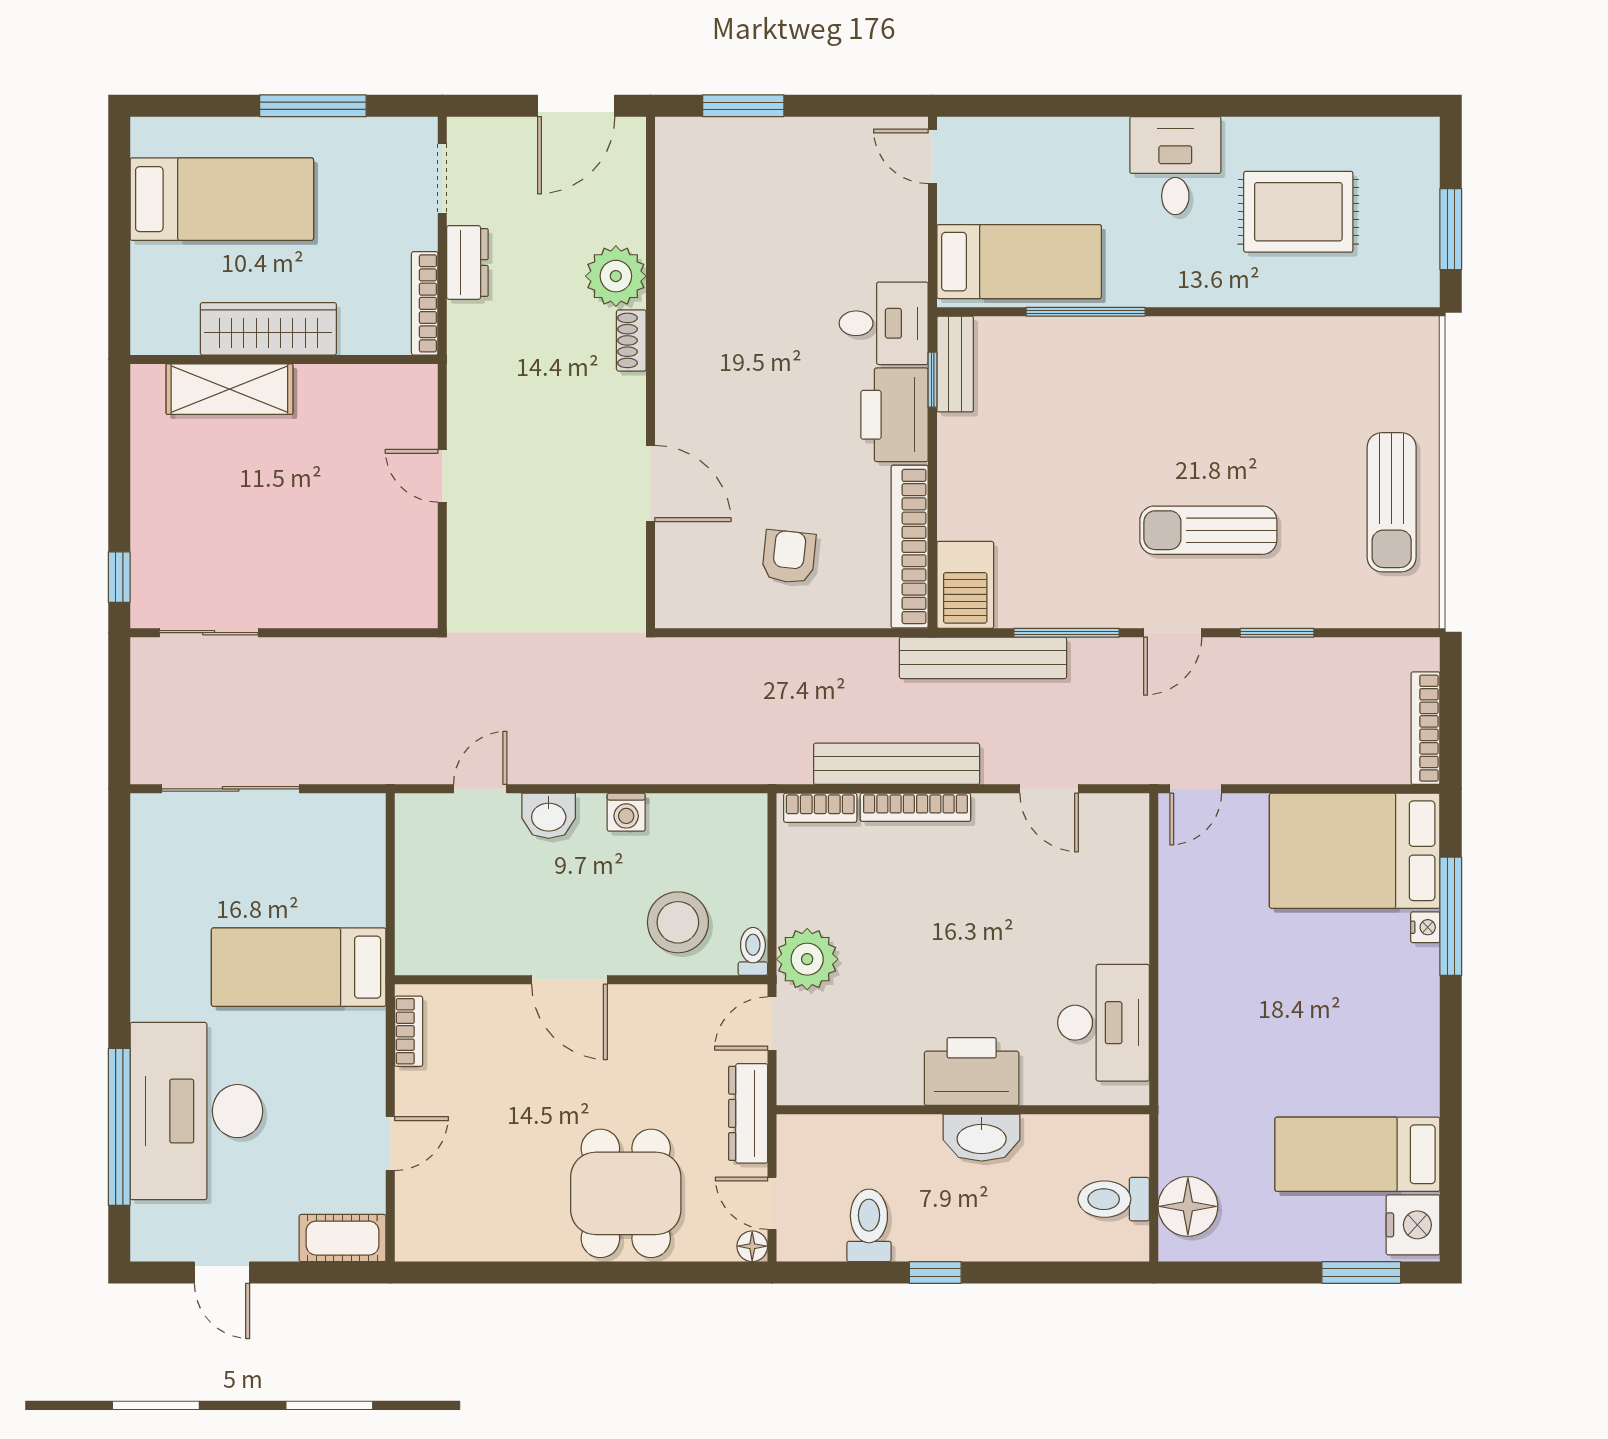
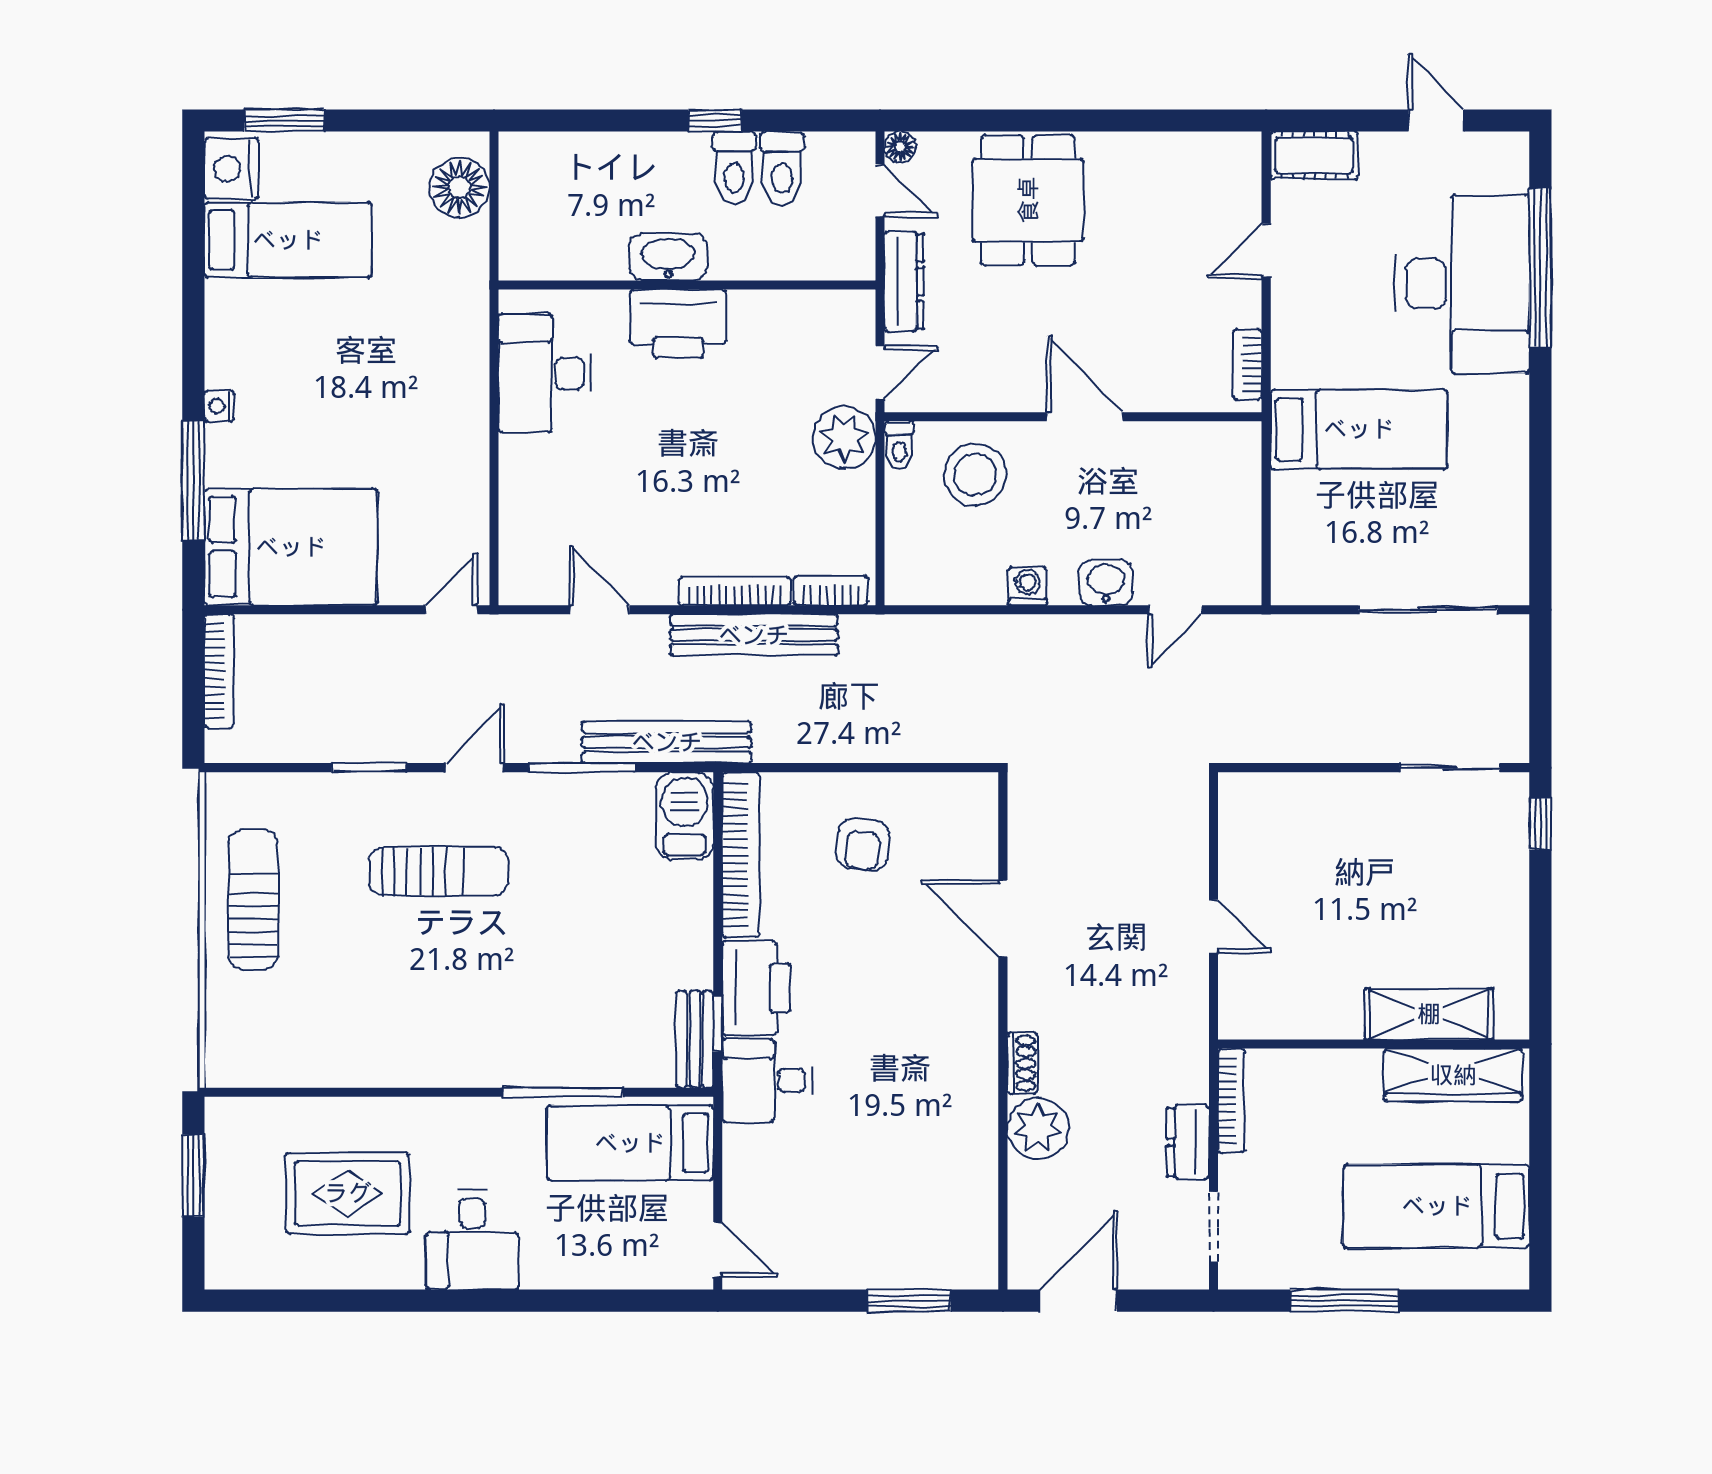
wardrobe: (268, 329) -> (1453, 1075), moved
nightstand: (1425, 927) -> (219, 406), moved
toilet: (1114, 1199) -> (734, 168), moved, turned 90

